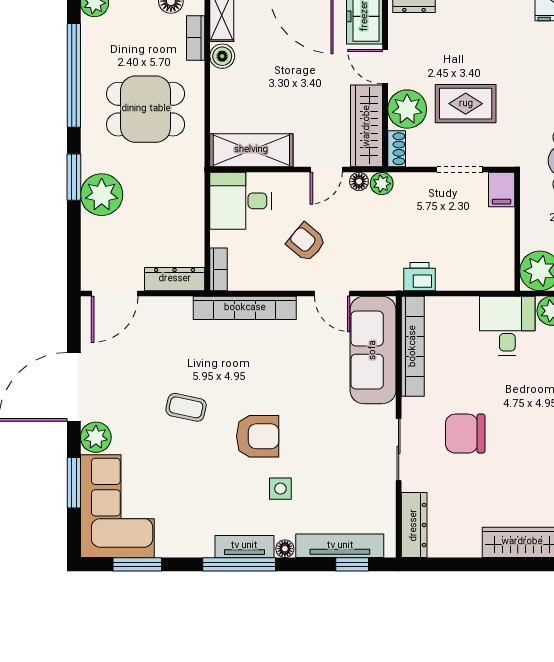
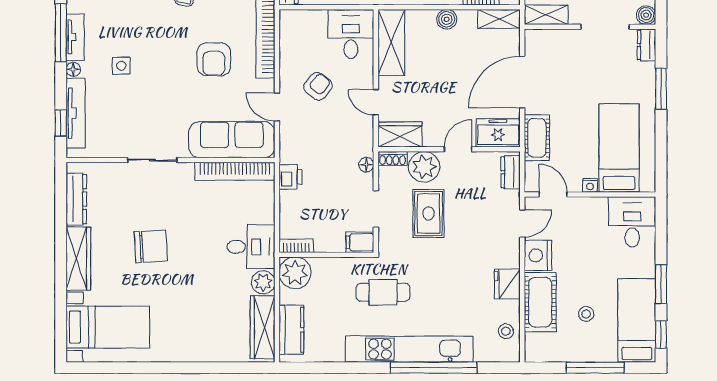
boiler: (222, 56) -> (447, 19), moved
wardrobe: (367, 126) -> (400, 134), width x0.67
floor lamp: (359, 181) -> (366, 165), moved
plant: (382, 184) -> (365, 147), removed
bookcase: (218, 269) -> (296, 246), moved, turned 180
door: (332, 294) -> (277, 107), hinge flipped
chair: (465, 434) -> (151, 246), moved, turned 87
armchair: (258, 436) -> (214, 59), moved
dresser: (414, 525) -> (76, 199), moved, turned -90

